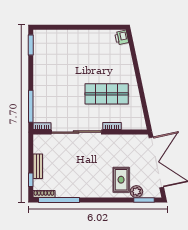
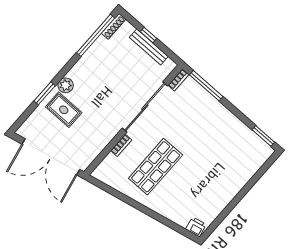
bench: (38, 166) -> (149, 47), width x1.36
window: (31, 180) -> (148, 35), moved
plant: (136, 192) -> (66, 85), moved
window: (144, 200) -> (45, 93), moved

